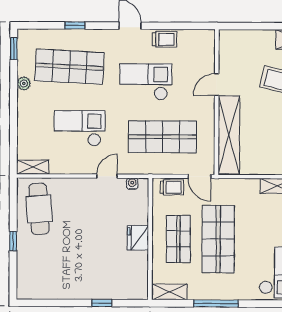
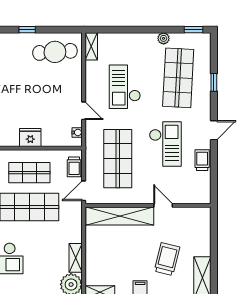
trolley: (165, 39) -> (202, 160), turned 180
checkout: (80, 128) -> (125, 87), turned 180

